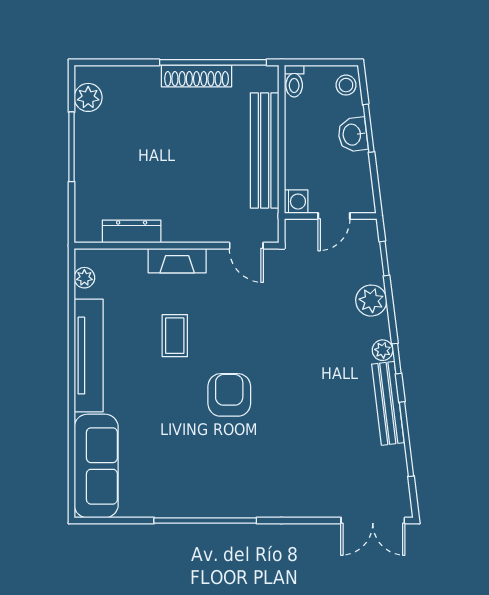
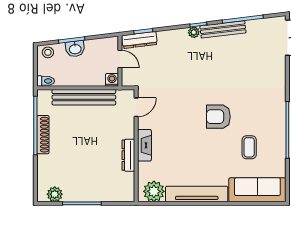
dresser: (132, 231) -> (128, 155), moved
dresser: (369, 252) -> (139, 40), added
plant: (84, 278) -> (154, 191), width x1.88, depth x1.88
plant: (371, 301) -> (166, 39), removed
coffee table: (175, 336) -> (249, 147), moved, turned 90

